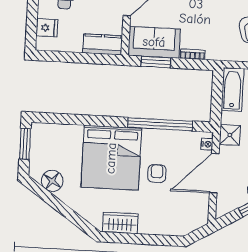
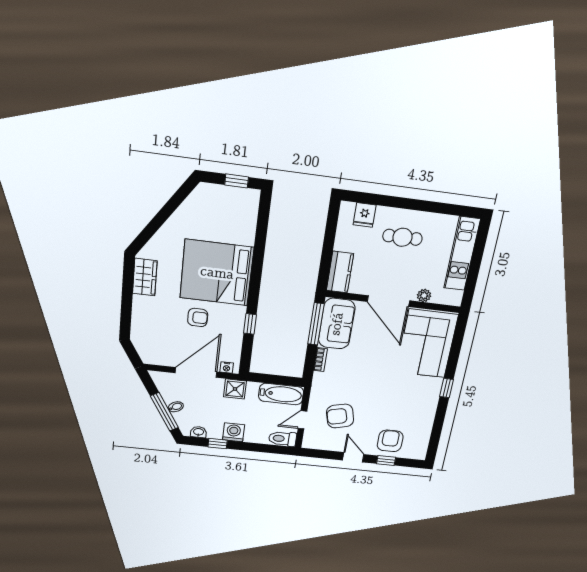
window: (156, 62) -> (316, 324), width x1.44
window: (160, 124) -> (250, 324), width x0.32
window: (25, 144) -> (237, 181), width x0.67
door: (214, 173) -> (196, 372), hinge flipped
floor lamp: (52, 181) -> (193, 208), removed

